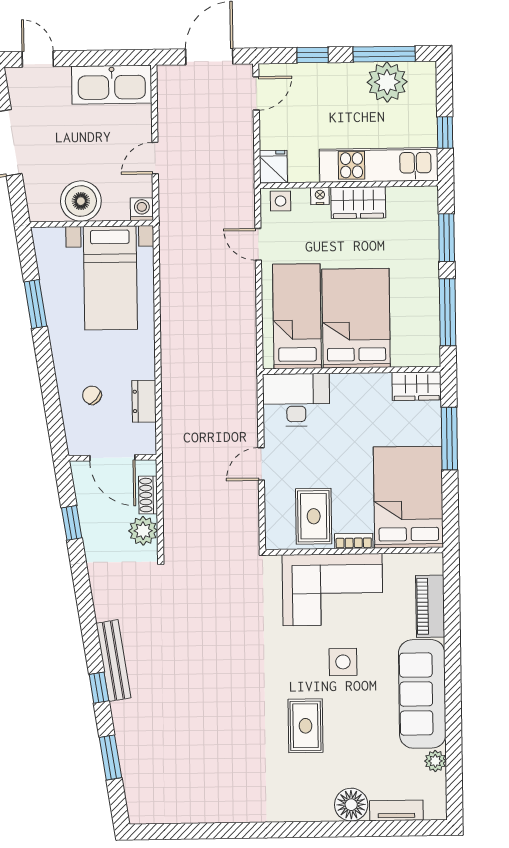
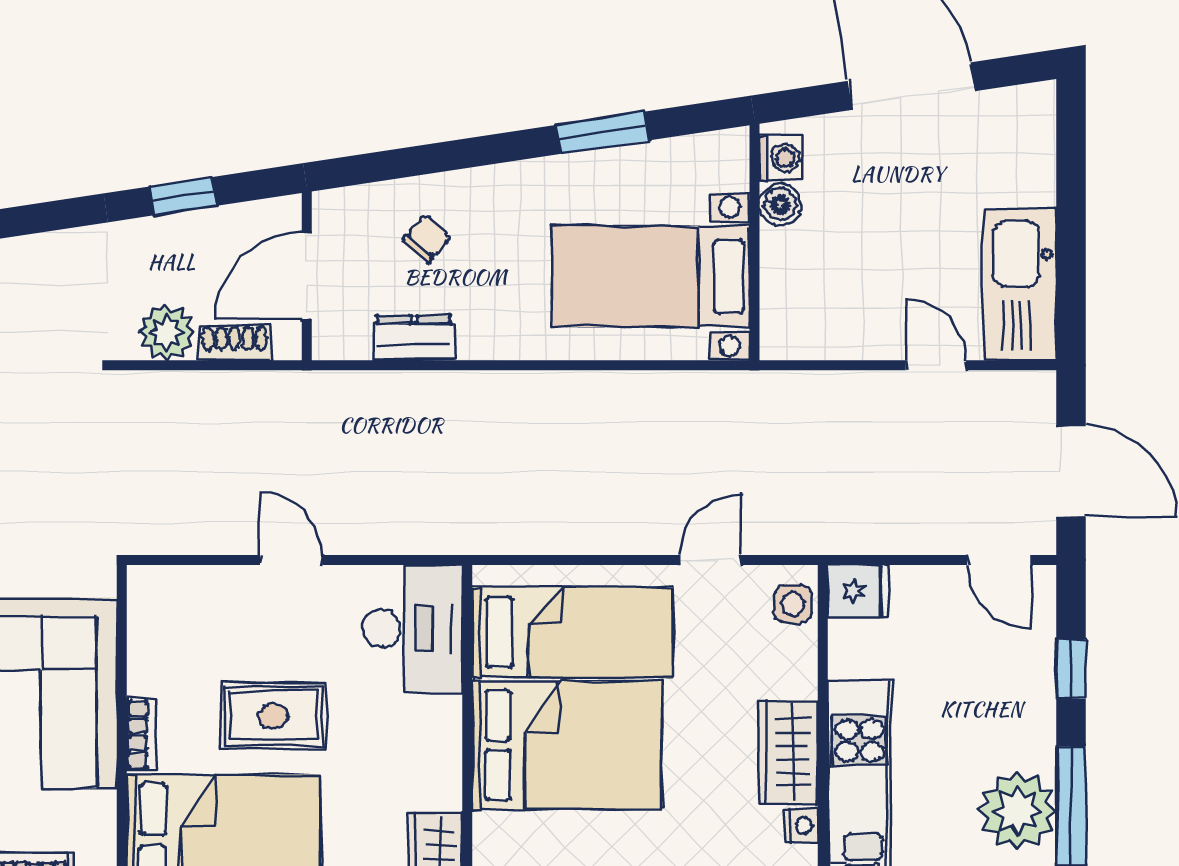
door: (38, 59) -> (1071, 144), removed
door: (155, 158) -> (936, 365), moved
nightstand: (320, 196) -> (801, 825), moved
boiler: (81, 201) -> (780, 204), width x0.54, depth x0.54
washing machine: (142, 209) -> (781, 158), moved
rug: (314, 516) -> (274, 716), moved

